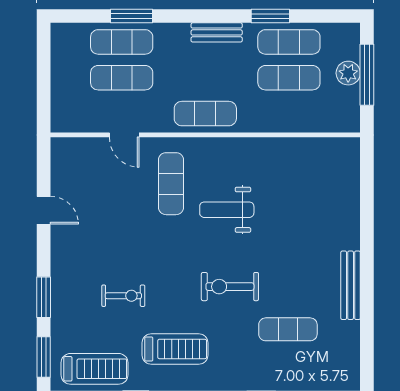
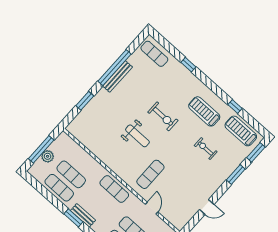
window: (270, 16) -> (73, 218), moved
window: (367, 206) -> (85, 101), added
door: (44, 210) -> (207, 207), swing flipped
weight bench: (227, 210) -> (137, 136), moved
window: (367, 294) -> (115, 68), added
exercise mat: (288, 329) -> (154, 54), moved

